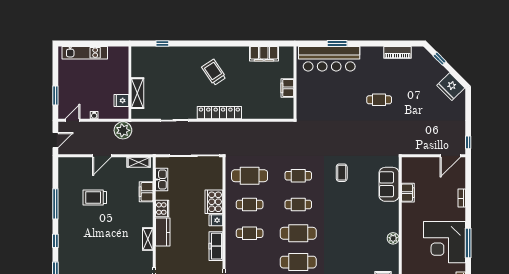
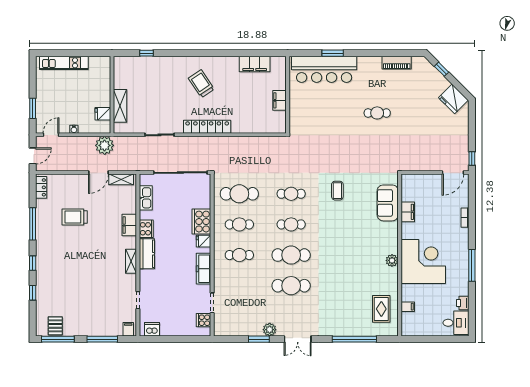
door: (102, 156) -> (98, 173), moved
locker: (63, 170) -> (41, 187), added
filing cabinet: (146, 192) -> (129, 225), moved
corner desk: (445, 242) -> (423, 261), moved, turned 180

